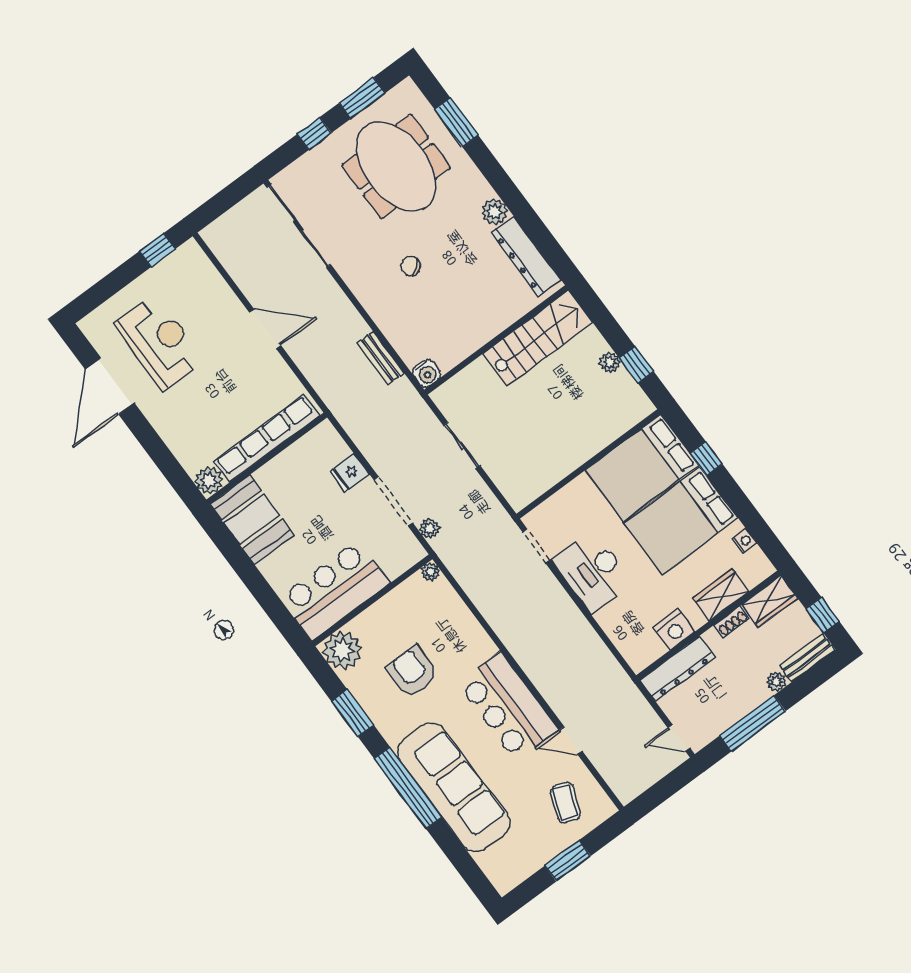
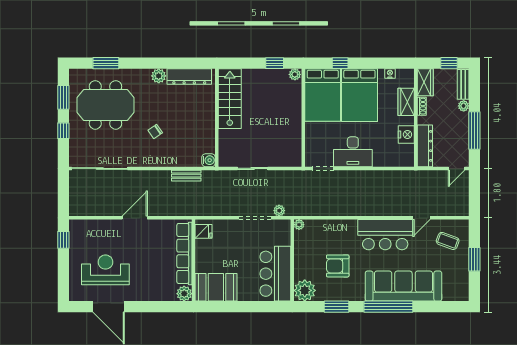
plant: (610, 363) -> (295, 74), moved
fridge: (350, 473) -> (204, 231), moved, turned -90

